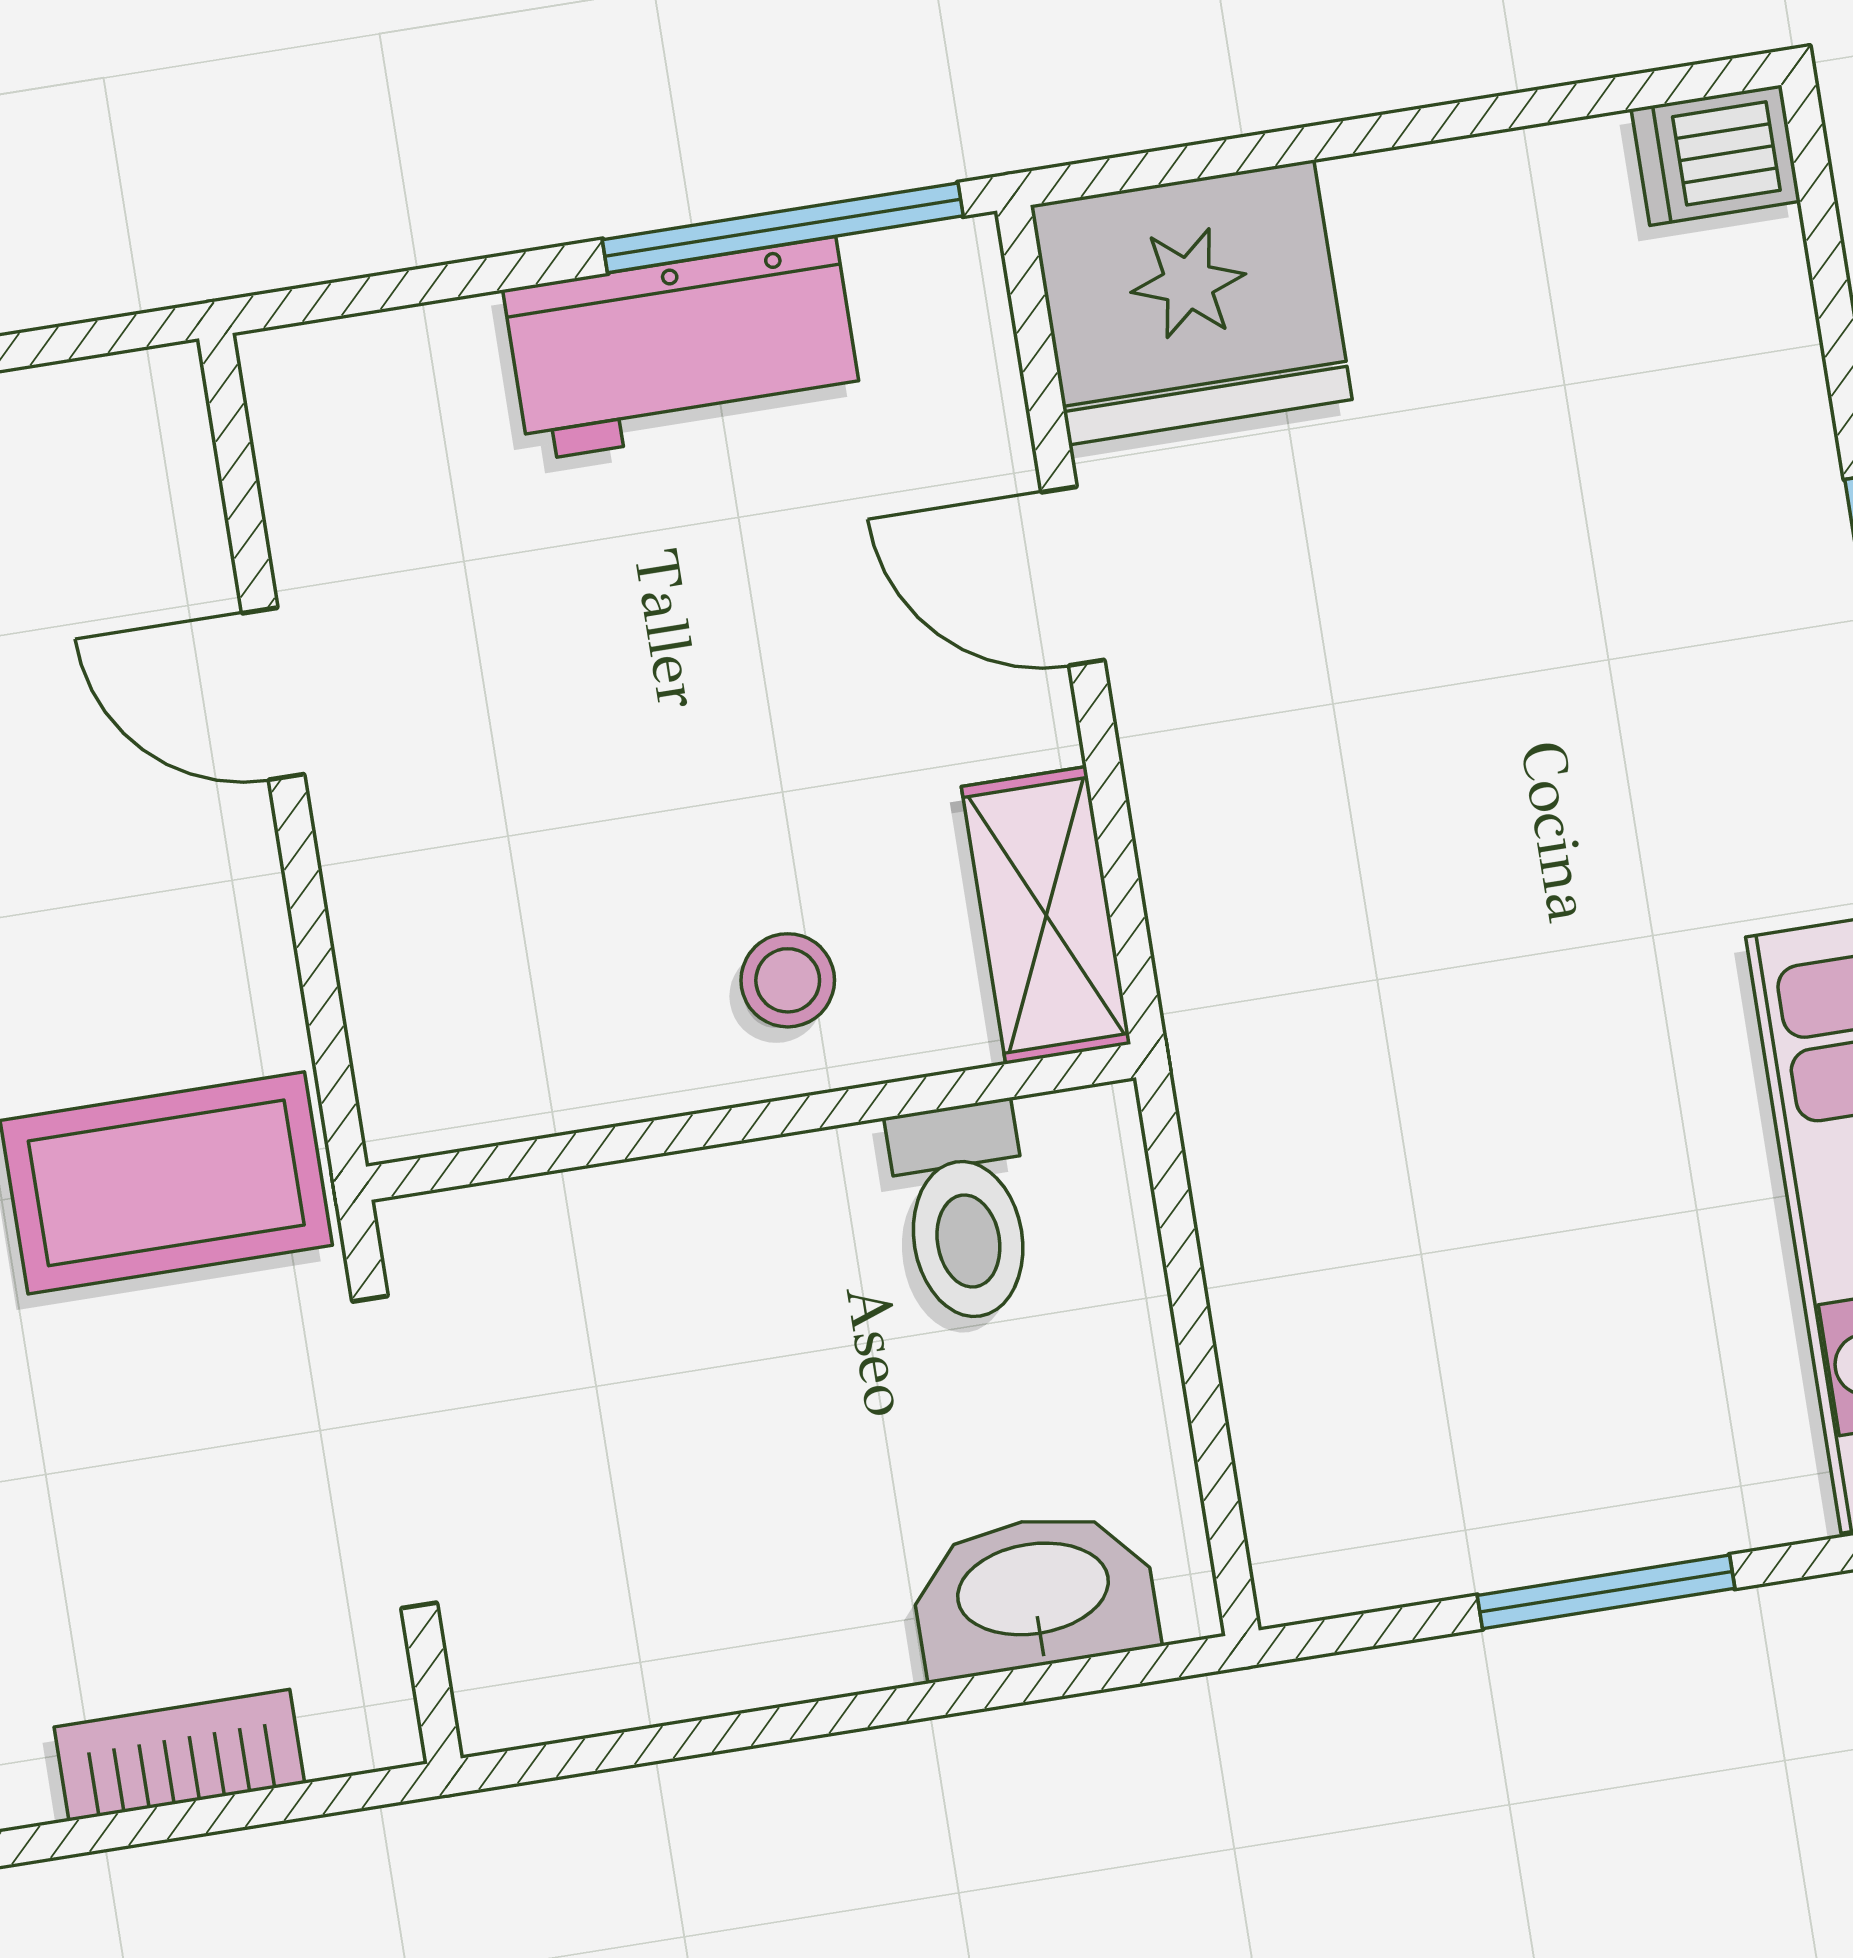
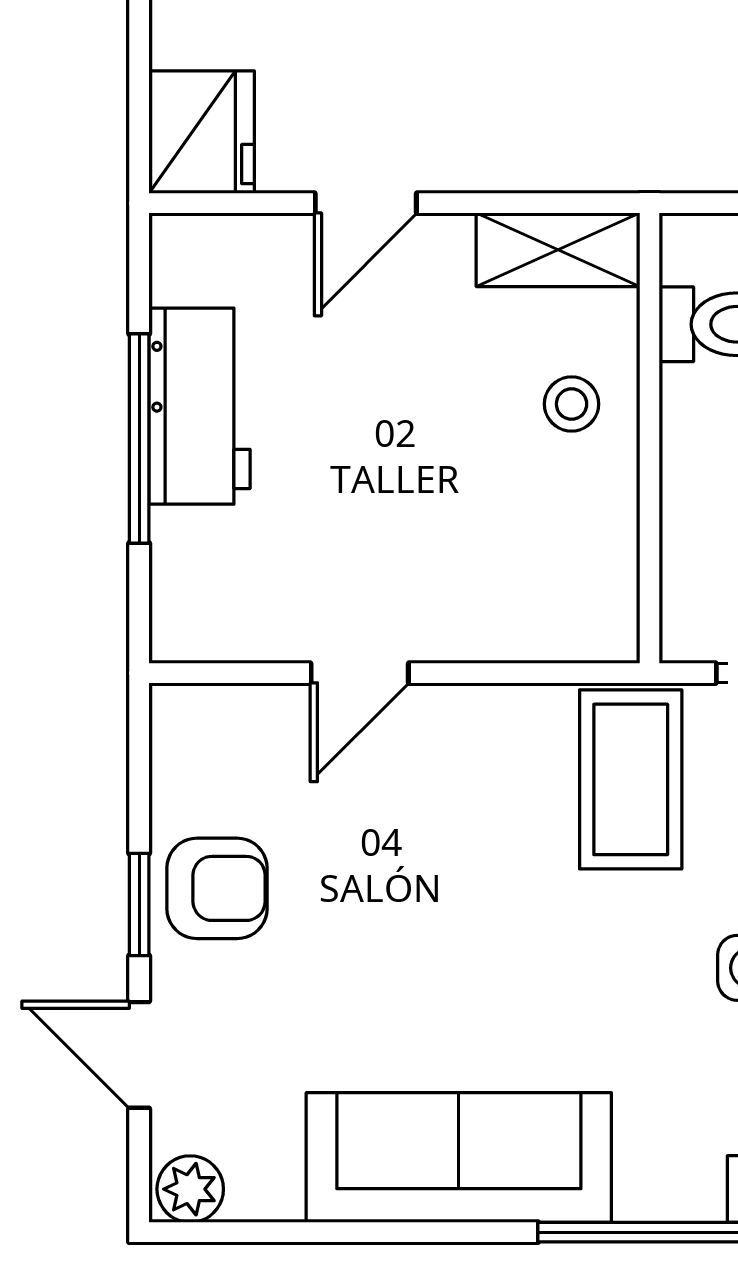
window: (783, 228) -> (139, 438), moved
fridge: (1191, 302) -> (202, 132), width x0.73, depth x0.75

